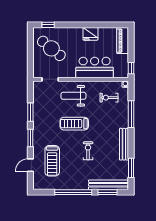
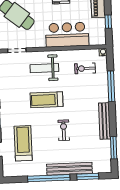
window: (131, 68) -> (108, 22), moved
treadmill: (52, 161) -> (23, 143), turned 180
bench: (108, 185) -> (69, 169), moved

